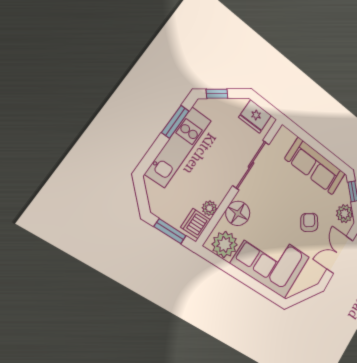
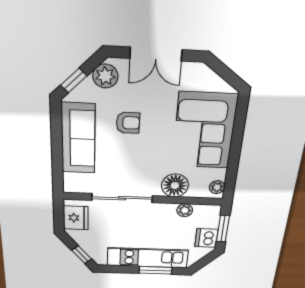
window: (175, 122) -> (156, 270), moved
armchair: (309, 222) -> (128, 123), moved, turned -145
dishwasher: (196, 224) -> (206, 238), moved, turned 90
plant: (225, 244) -> (217, 187), width x0.53, depth x0.53

